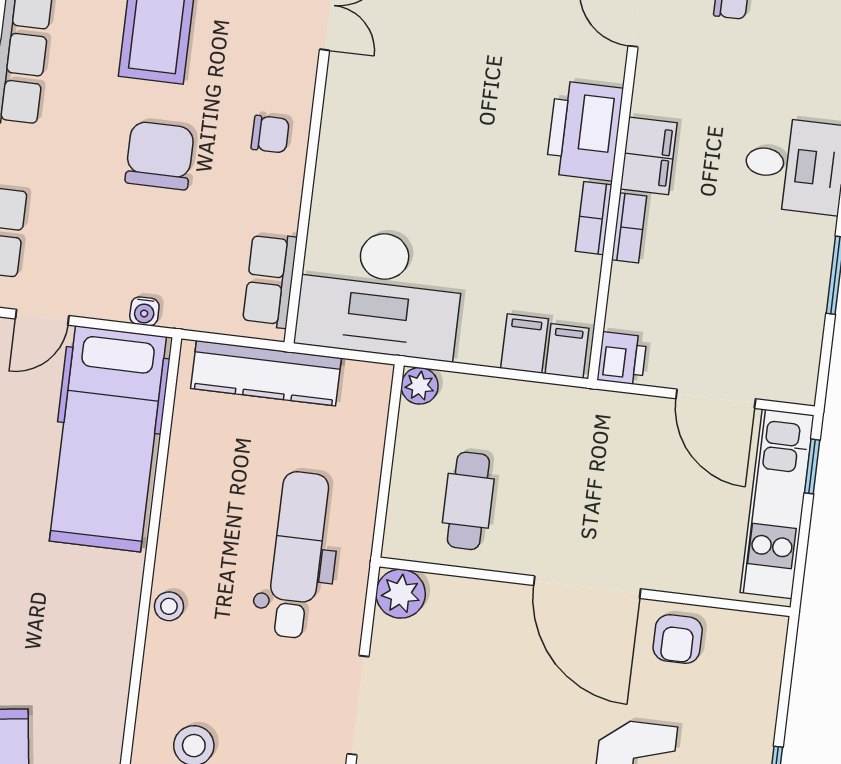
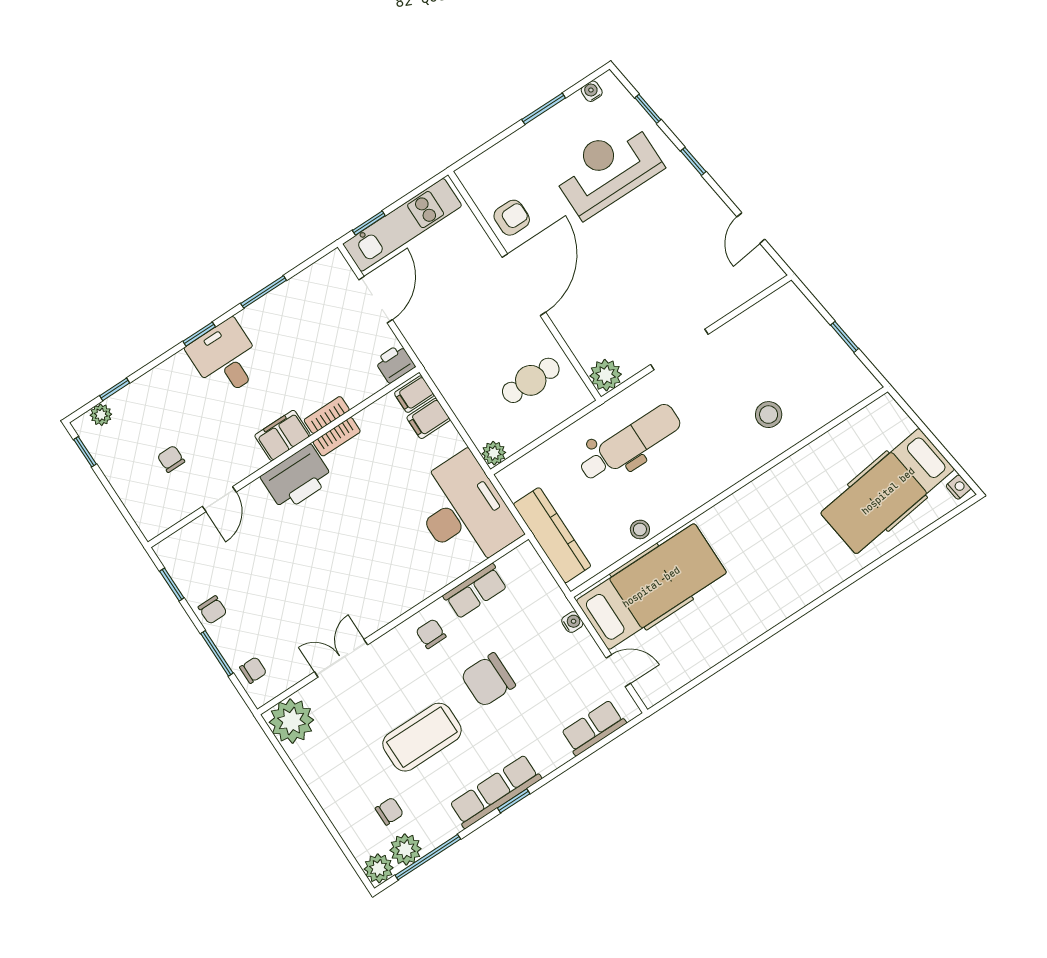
row of seats: (270, 280) -> (475, 591), moved
dental chair: (297, 555) -> (630, 443), turned 180
stool: (169, 606) -> (640, 529), moved

